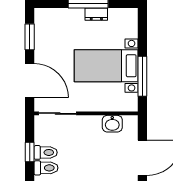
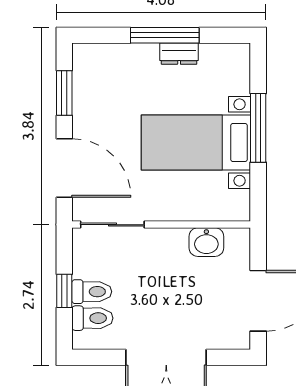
window: (142, 76) -> (258, 128), moved

